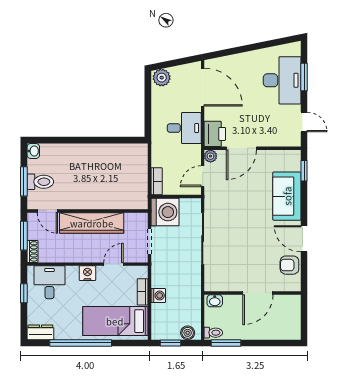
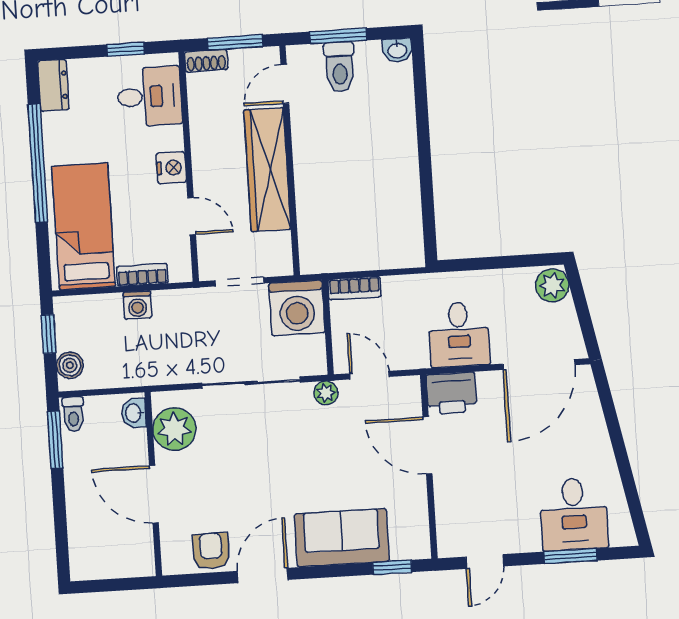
desk: (282, 80) -> (574, 514), width x0.73
plant: (211, 156) -> (326, 393), moved
plant: (224, 280) -> (174, 429), added

